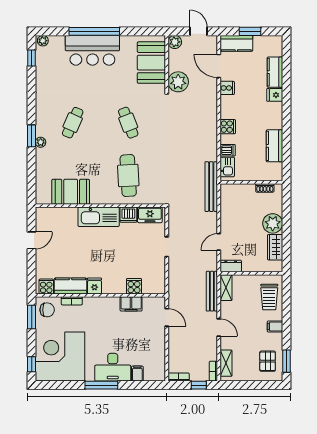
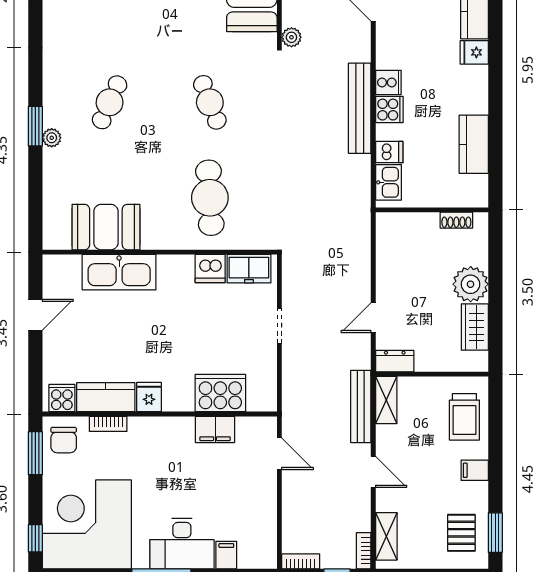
plant: (178, 82) -> (291, 37), width x0.53, depth x0.53
cooker: (227, 88) -> (388, 82), moved
bench: (211, 187) -> (360, 108), moved
kitchen sink: (99, 217) -> (119, 272), moved
cooker: (134, 286) -> (220, 393), width x1.87, depth x1.31
chair: (47, 310) -> (64, 440), turned 90

